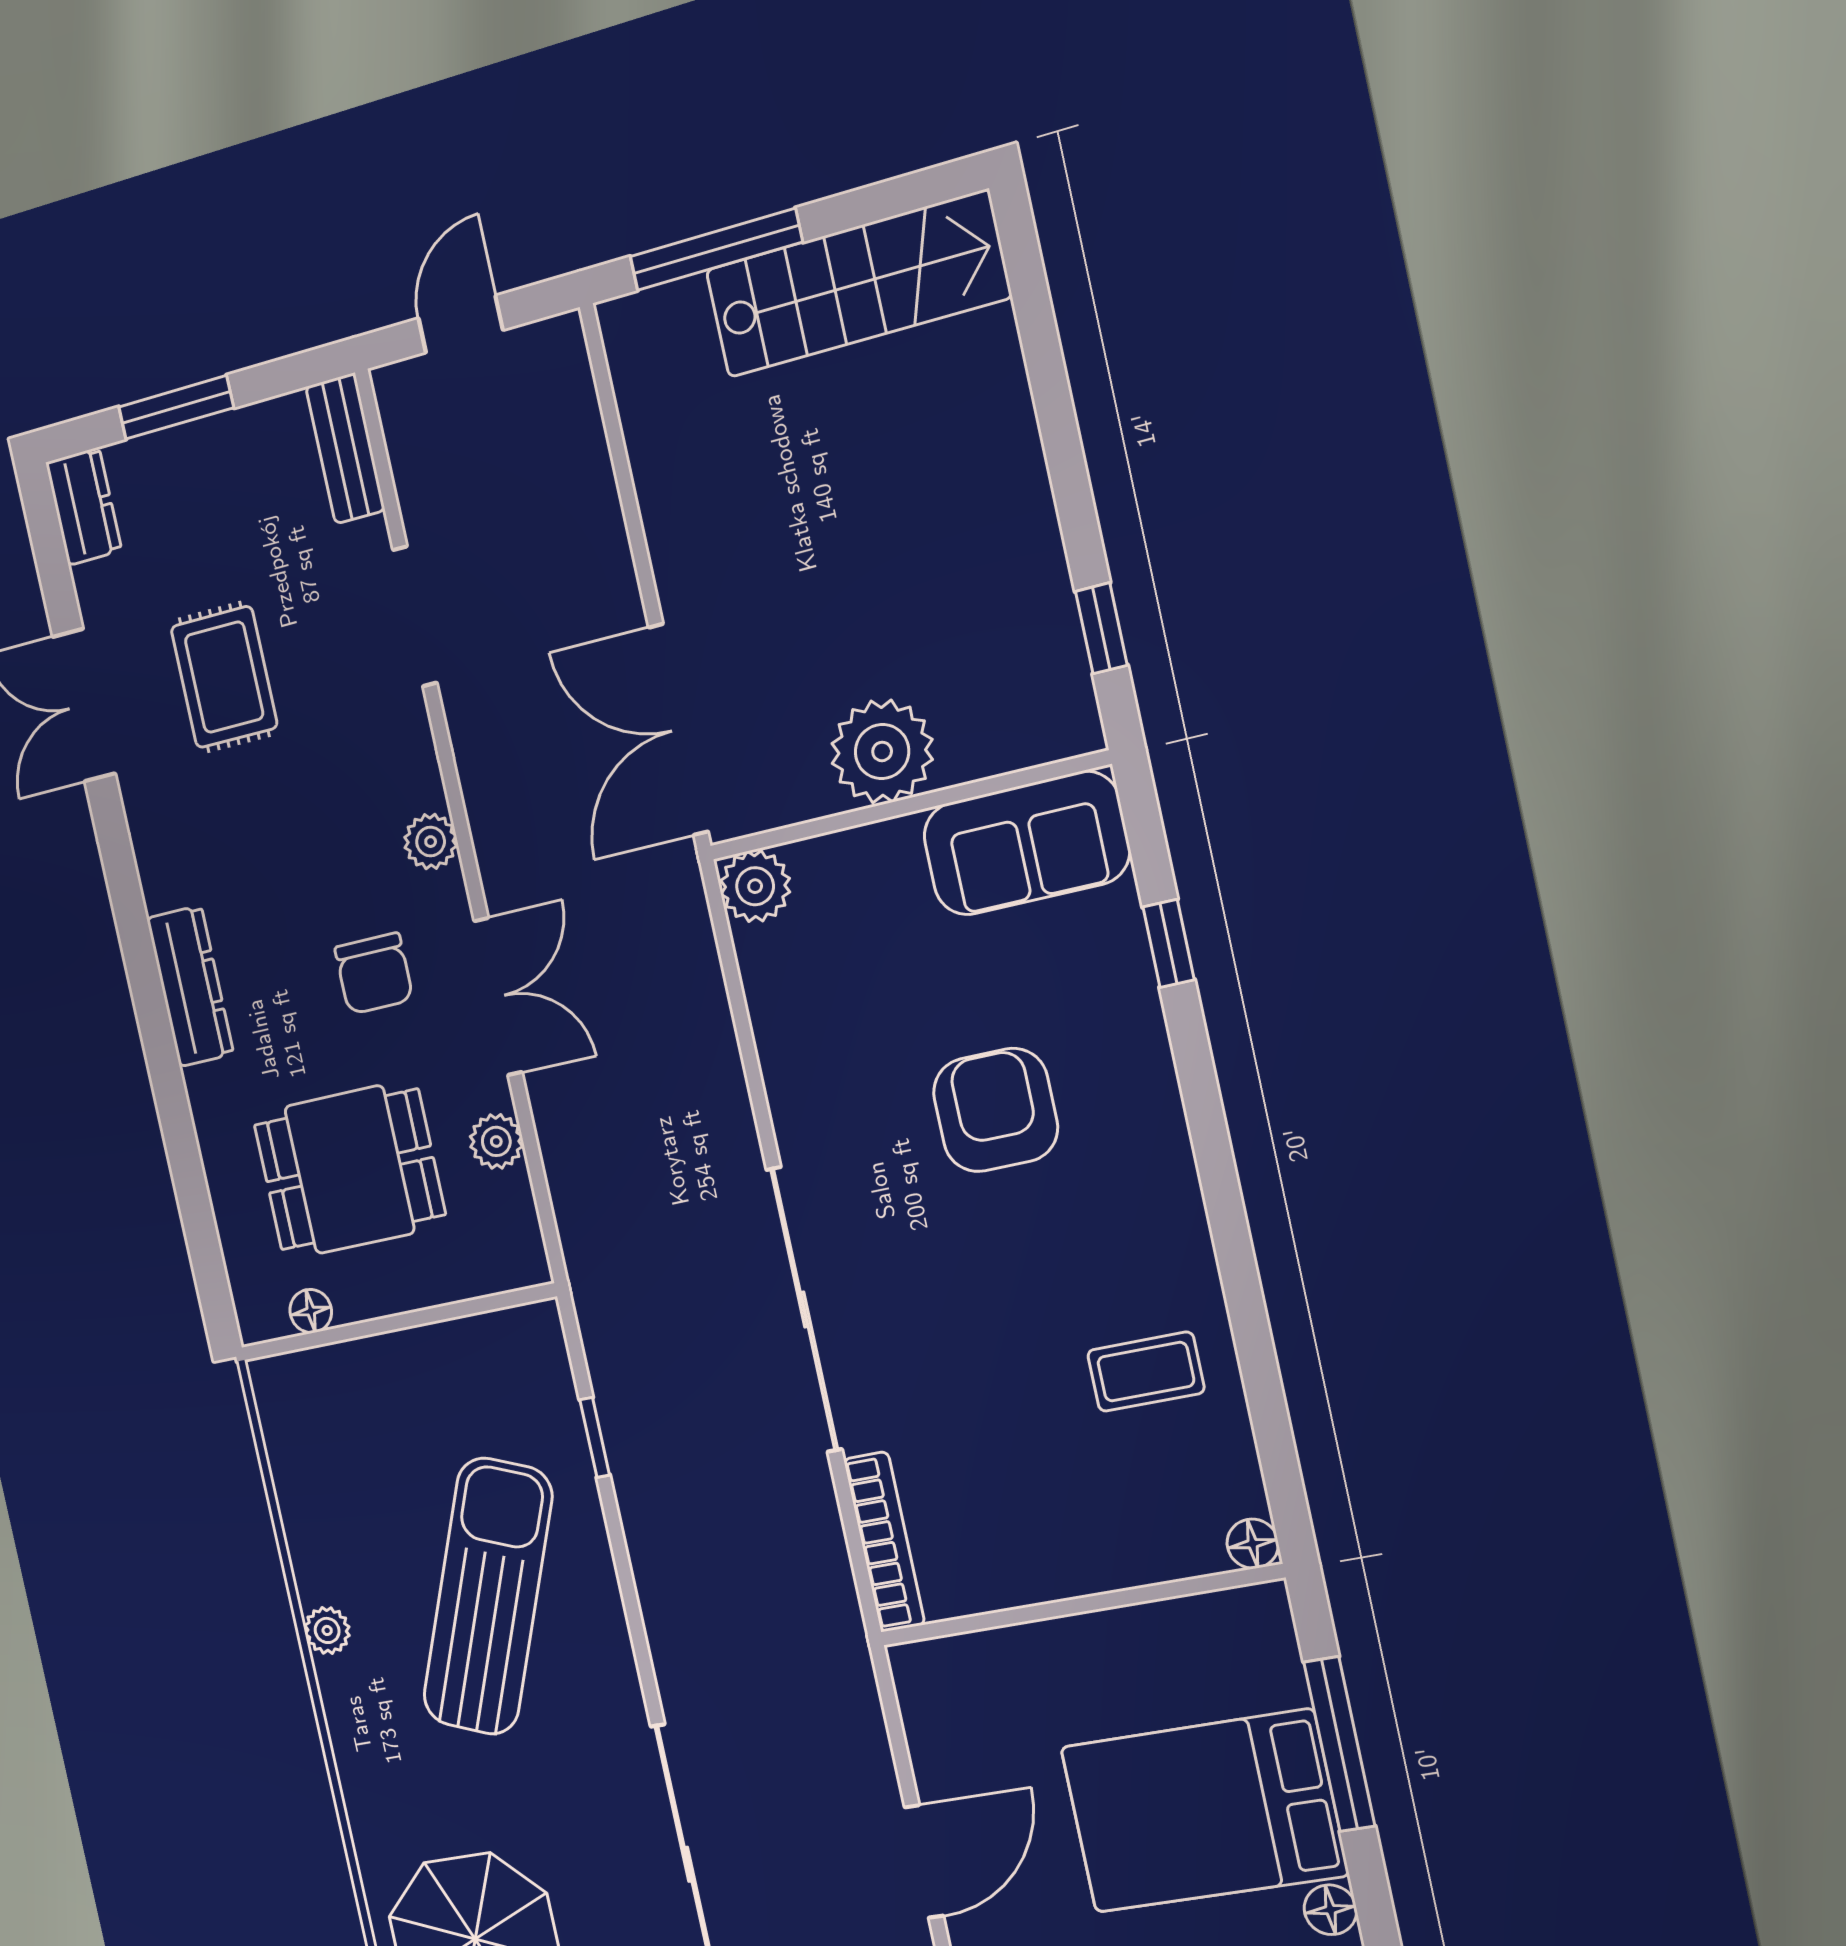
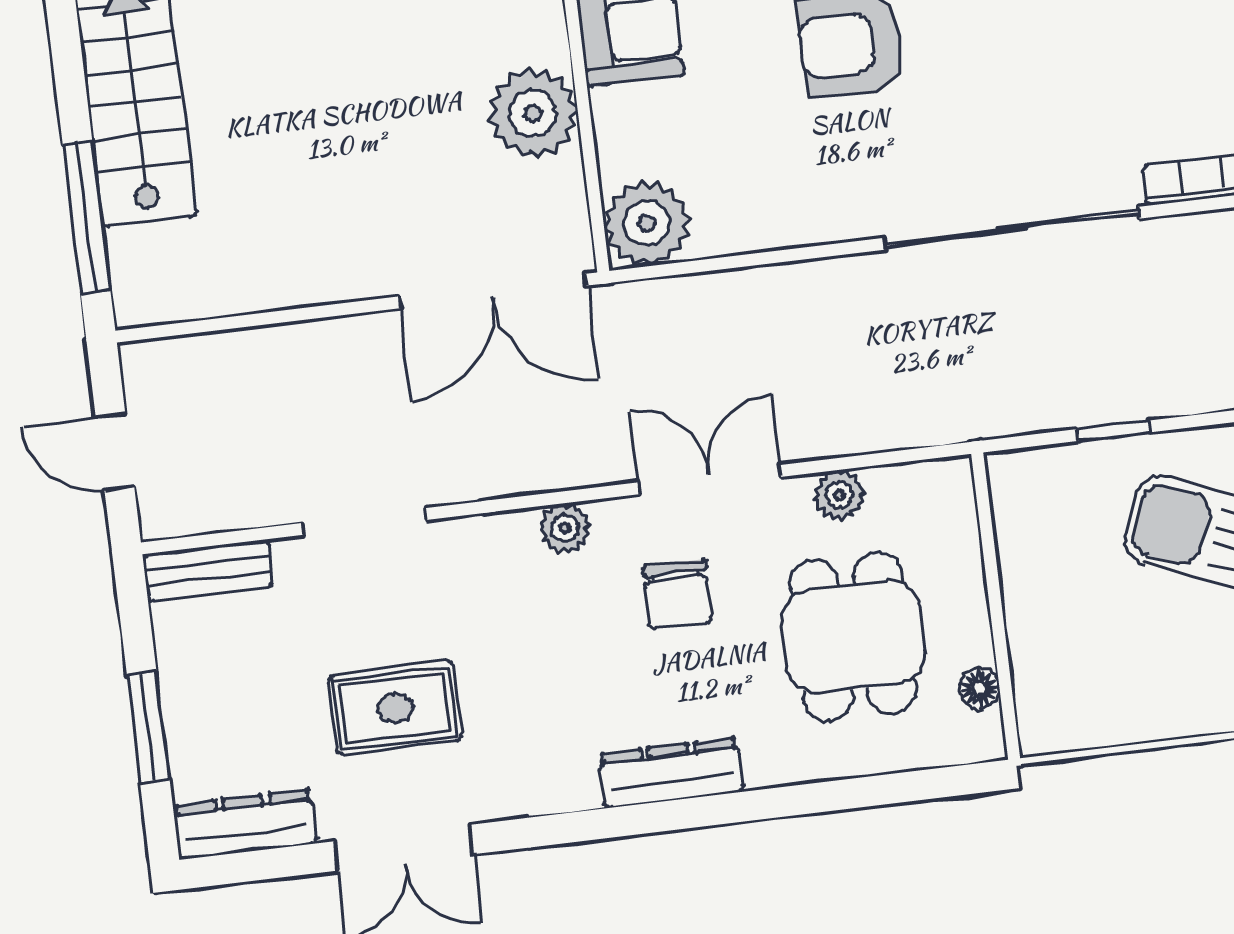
dresser: (84, 506) -> (245, 825), width x1.44
plant: (755, 886) -> (647, 223), width x1.36, depth x1.36
chair: (374, 973) -> (677, 594), turned 90

